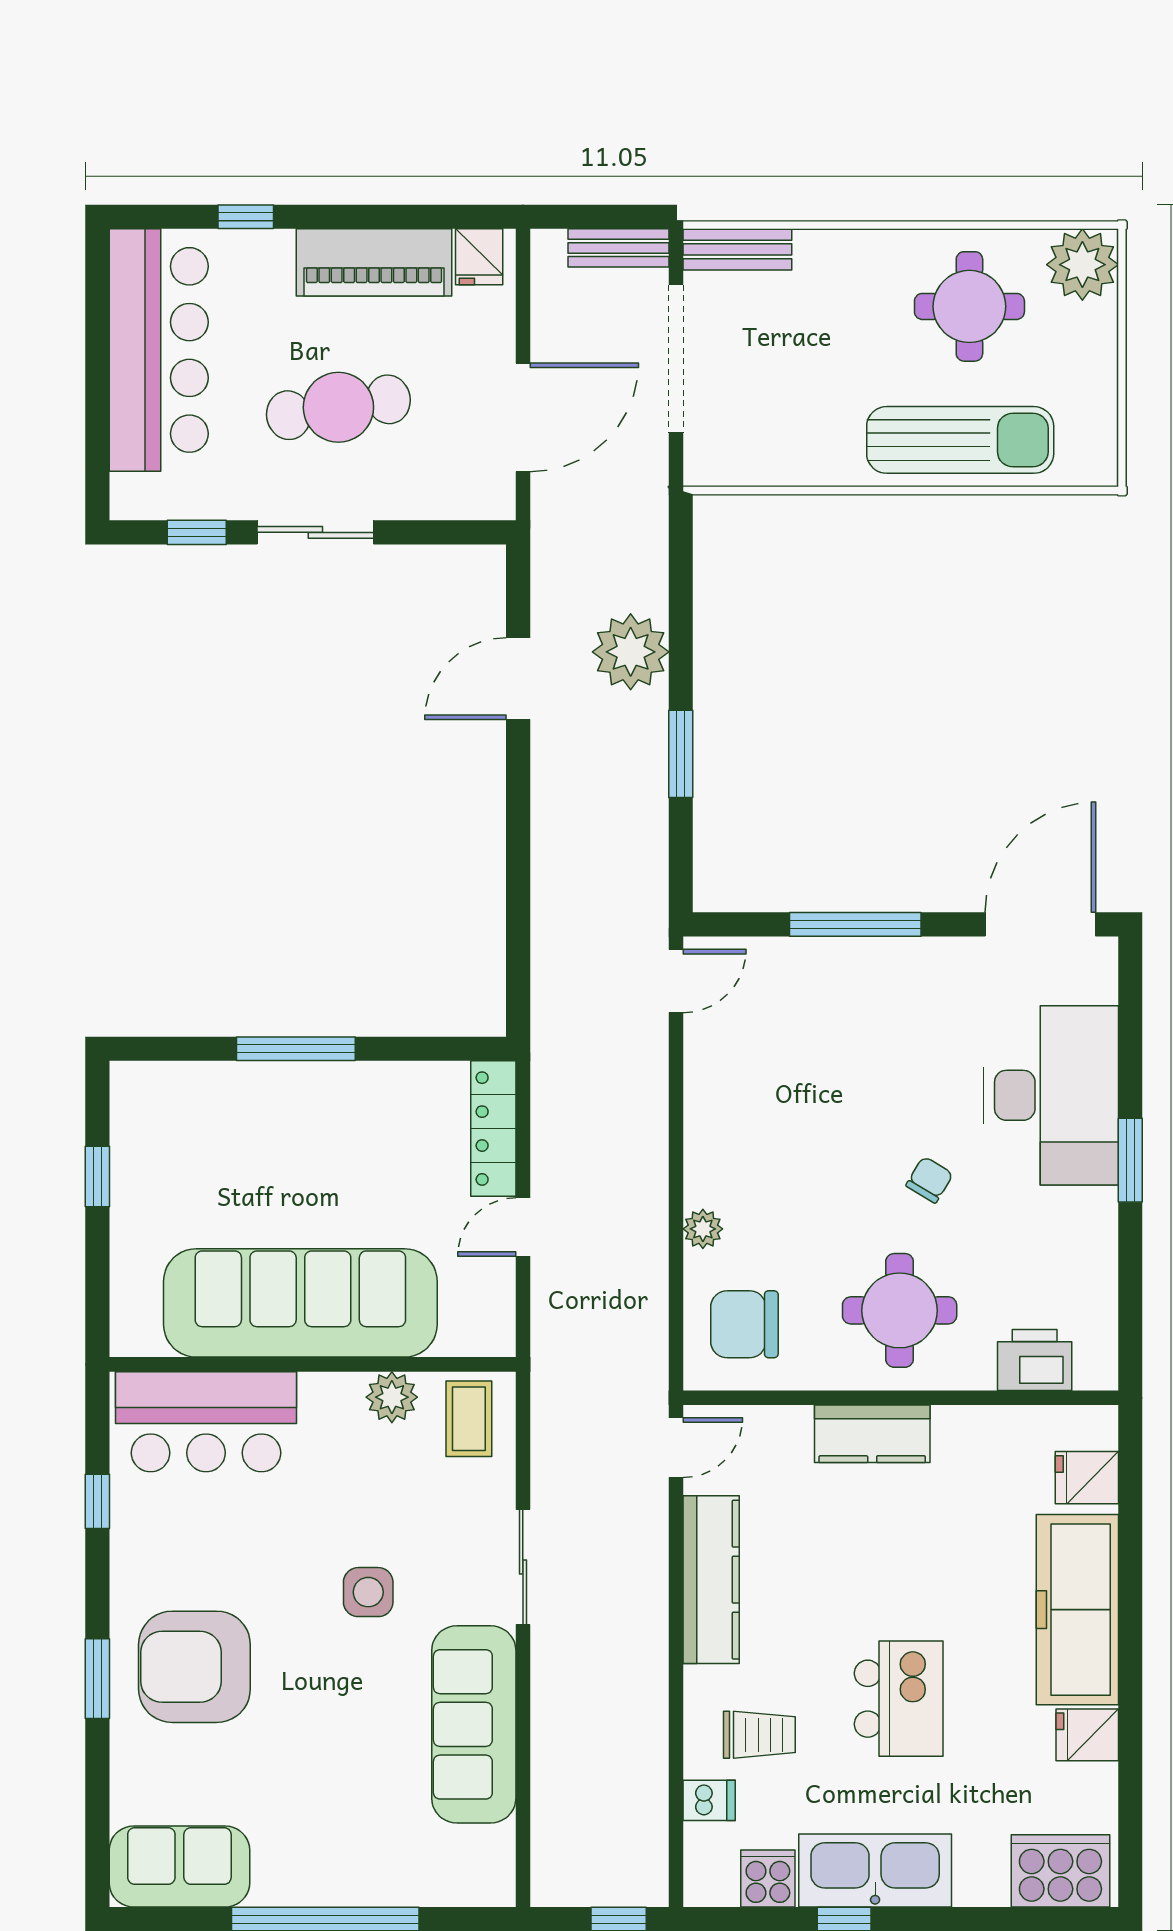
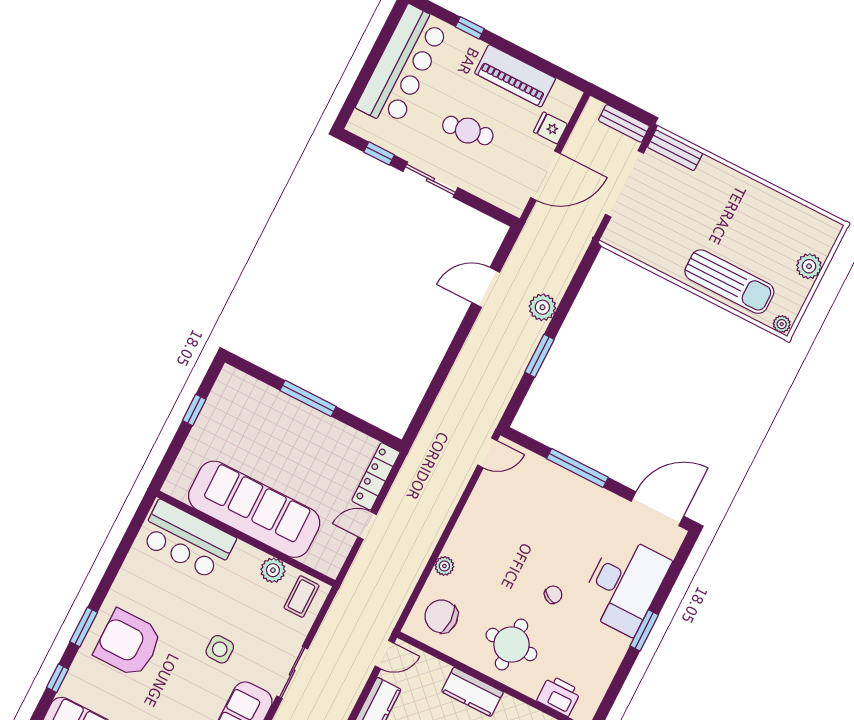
fridge: (479, 257) -> (550, 128), moved, turned 90
plant: (1082, 265) -> (809, 266), moved, width x0.73, depth x0.73
round table: (969, 306) -> (763, 226), removed
cafe table: (338, 407) -> (468, 131), width x0.73, depth x0.74
plant: (1096, 469) -> (782, 324), added
plant: (631, 652) -> (542, 307), width x0.73, depth x0.73
window: (97, 1501) -> (58, 678), moved

